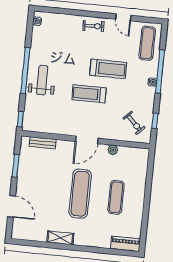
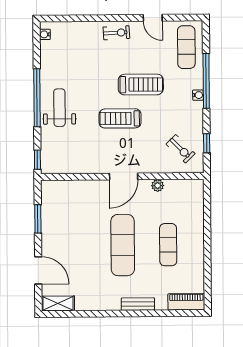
bench: (43, 143) -> (138, 304), moved
shelving: (60, 238) -> (58, 303), moved

